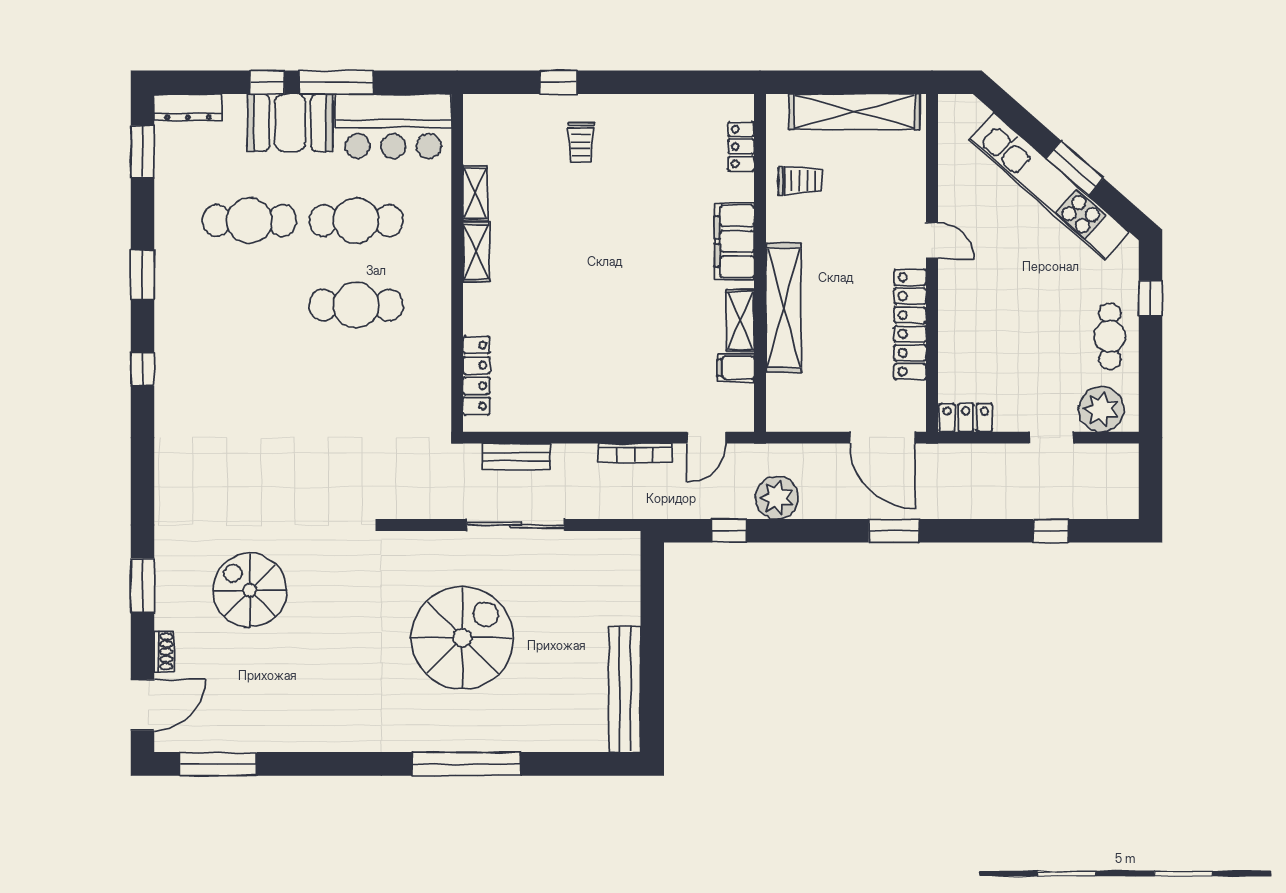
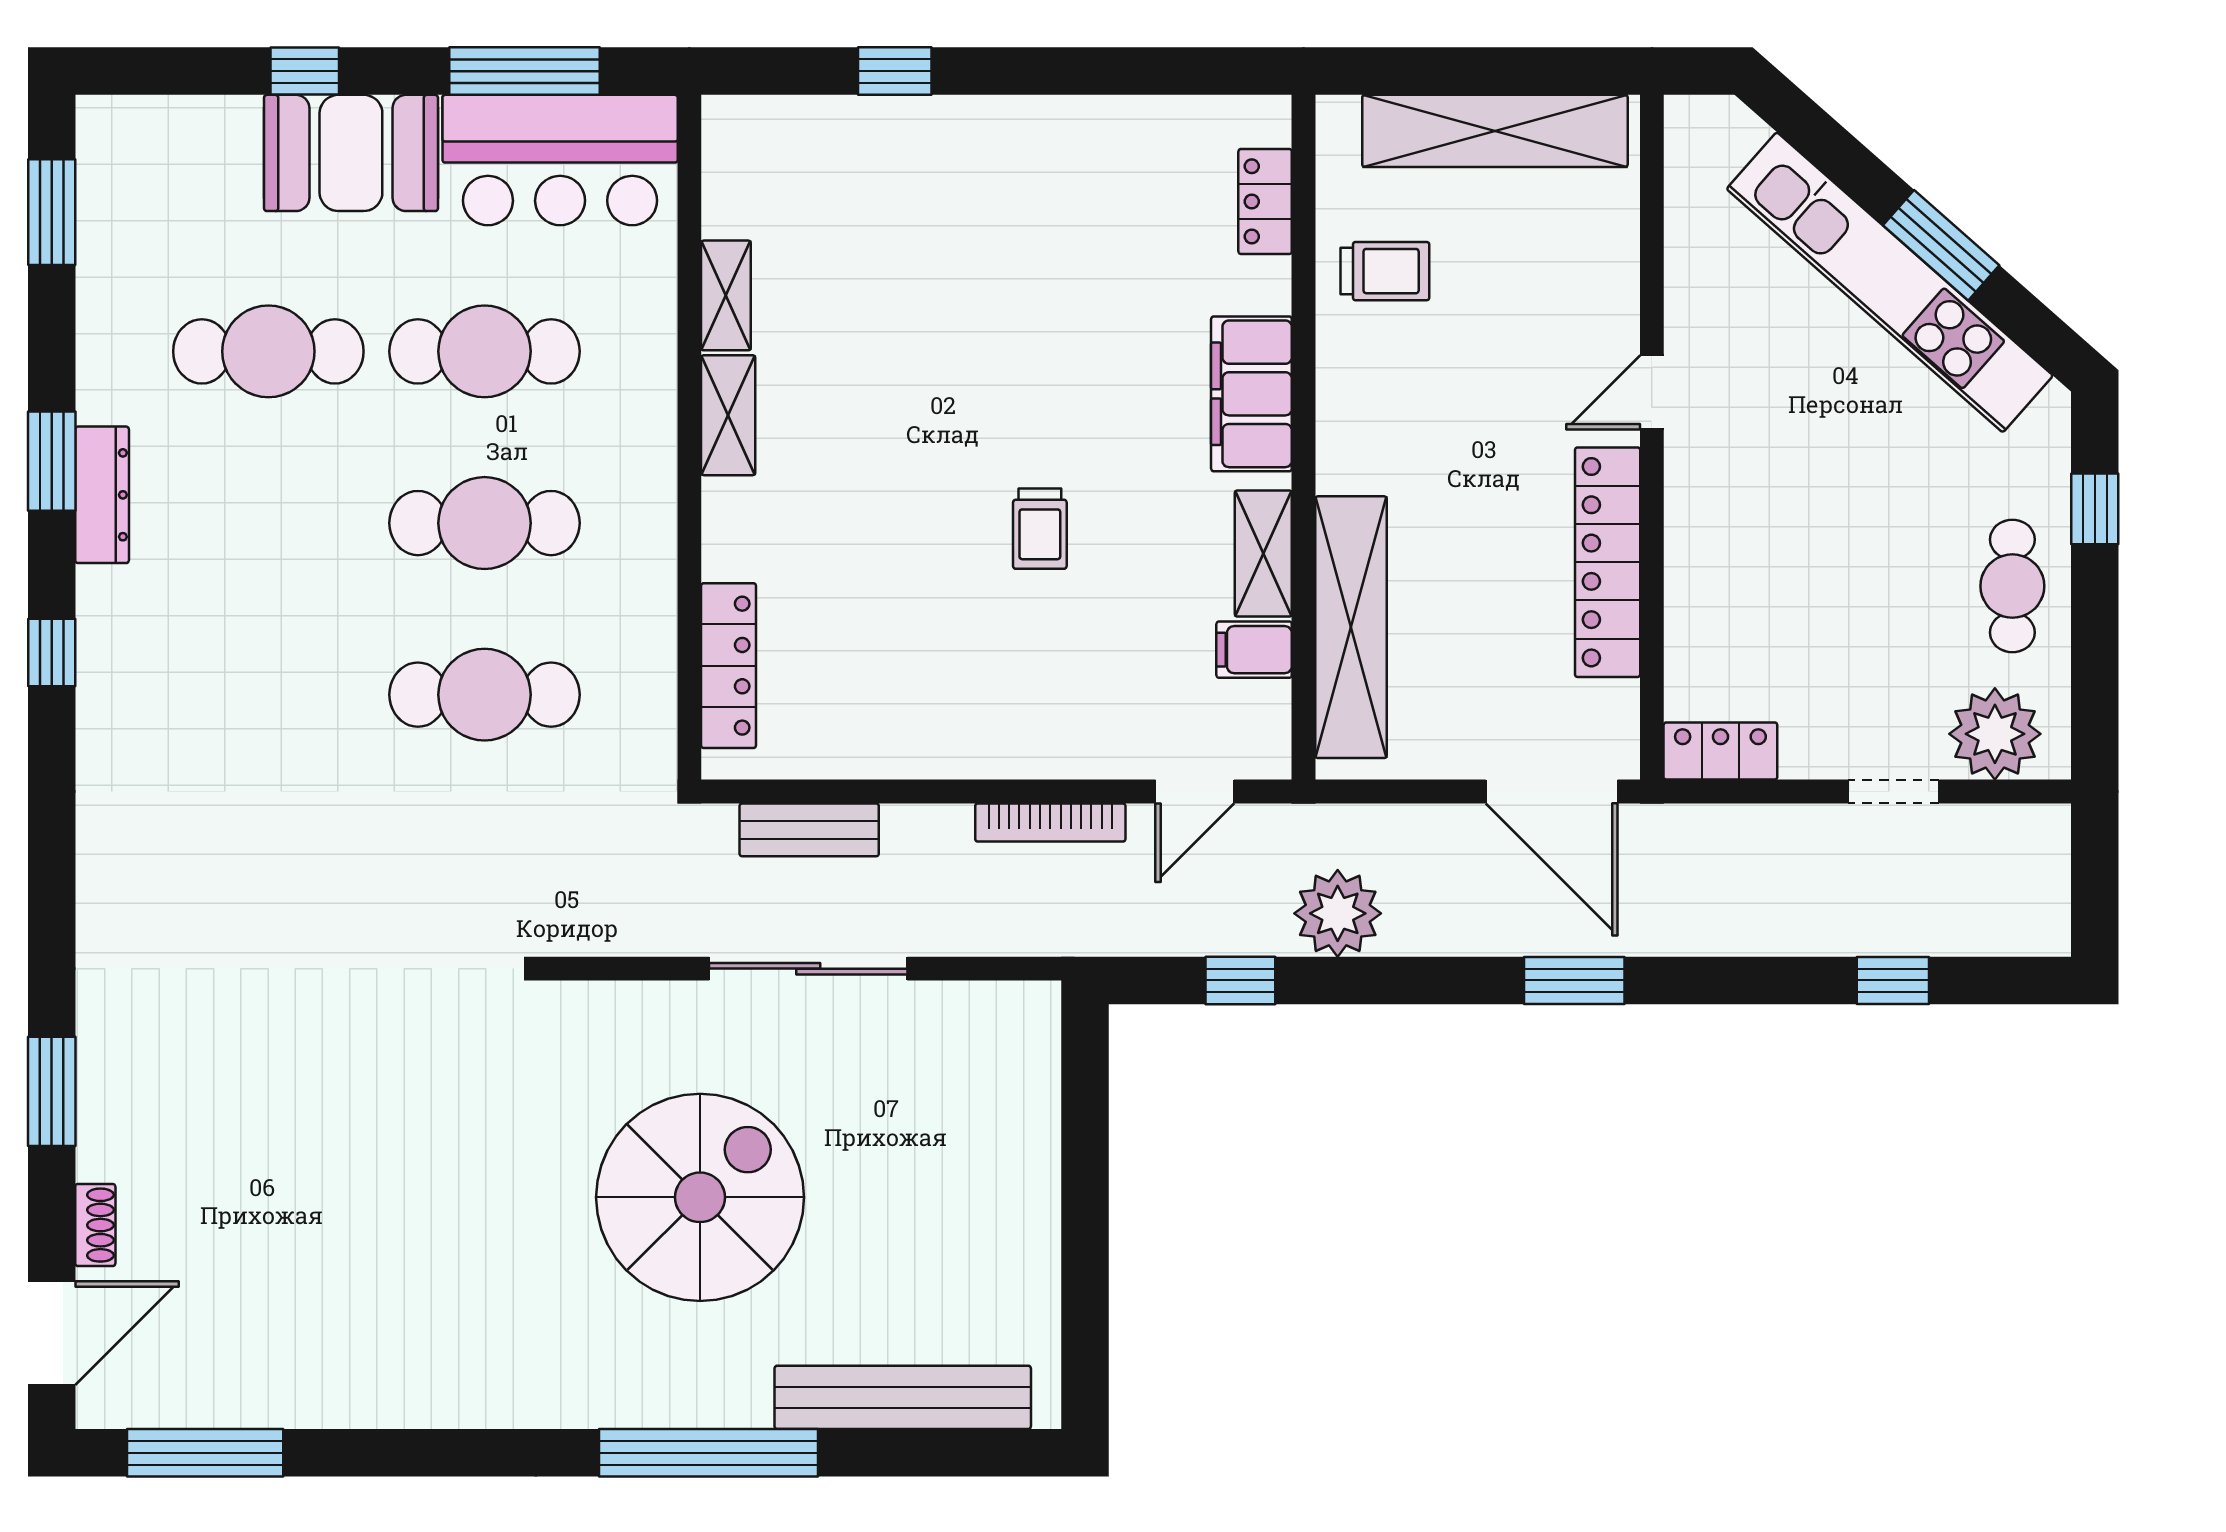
window: (337, 82) -> (524, 71), moved
dresser: (188, 107) -> (102, 495), moved, turned -90
trolley: (581, 142) -> (1040, 529), moved
door: (932, 241) -> (1652, 392), swing flipped
shelving: (784, 308) -> (1351, 627), moved
cafe table: (356, 390) -> (485, 695), added
spiral stairs: (250, 590) -> (269, 1101), removed
bench: (625, 689) -> (903, 1397), moved, turned 90

